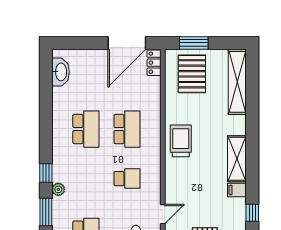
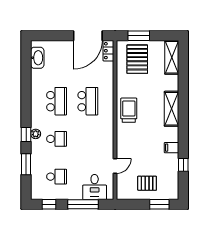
shelving: (237, 82) -> (172, 57), width x0.68
shelving: (237, 159) -> (172, 109), moved
school desk: (127, 179) -> (57, 139), moved
plant: (58, 189) -> (36, 134), moved

